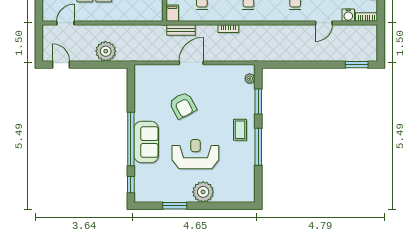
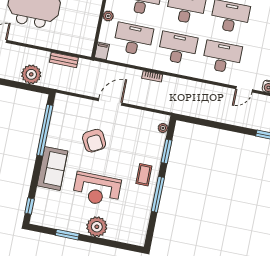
bench: (181, 30) -> (64, 60), moved
window: (131, 139) -> (45, 130), moved
reception desk: (195, 154) -> (97, 189), turned 180

